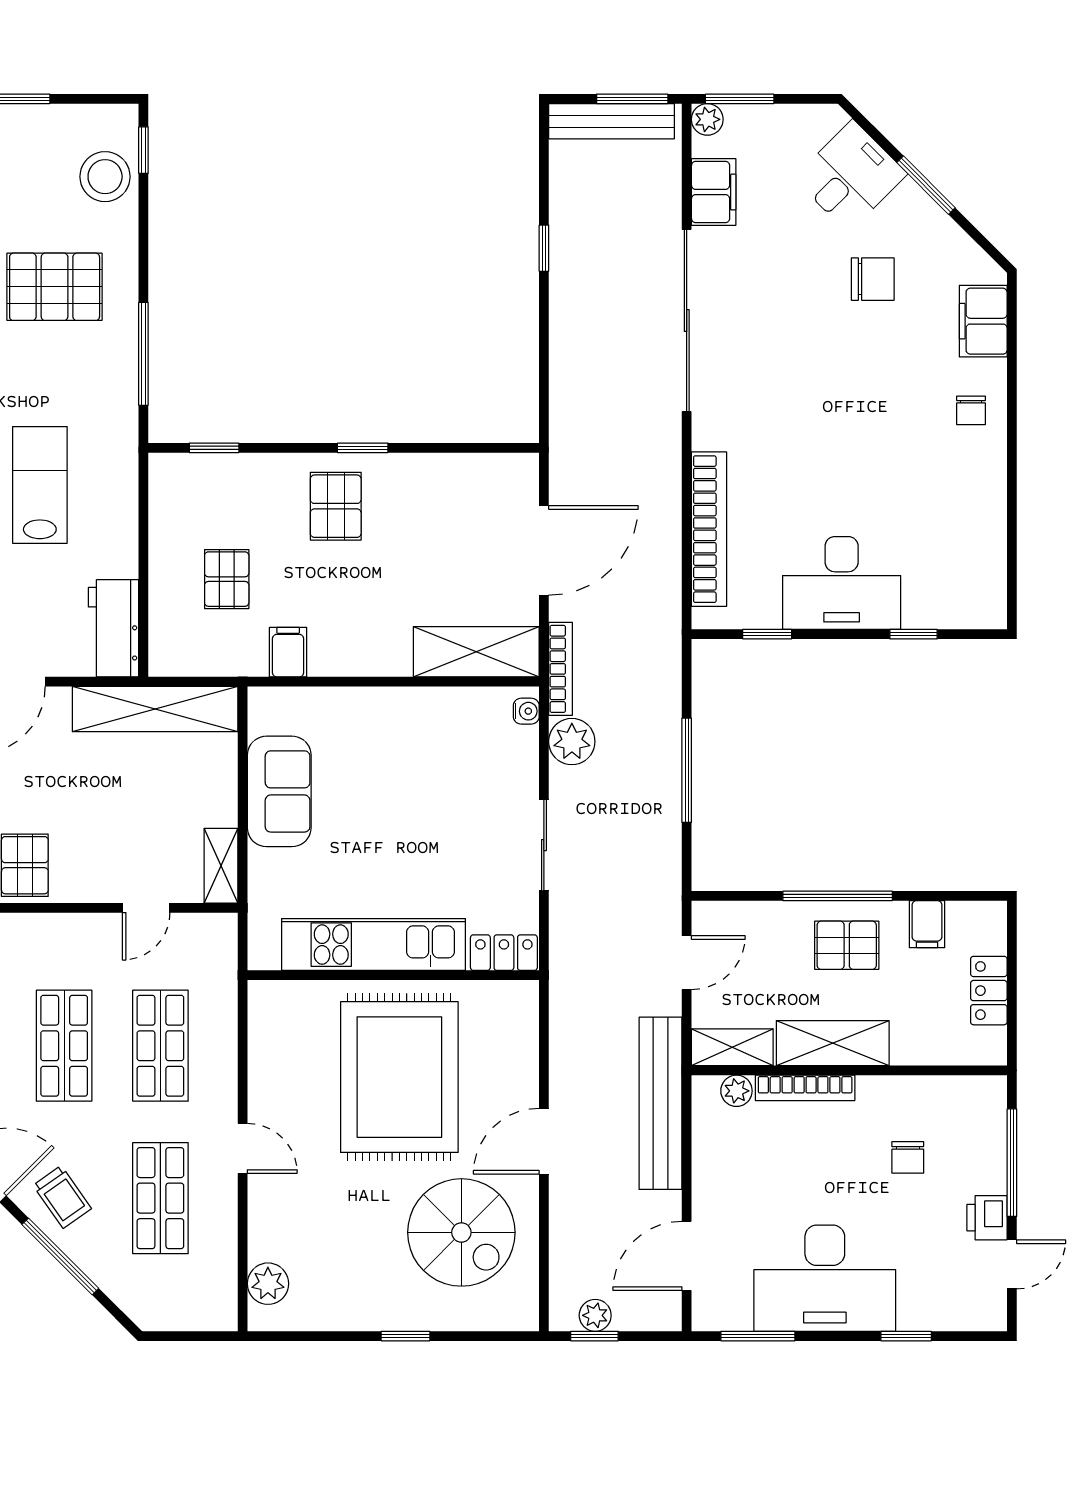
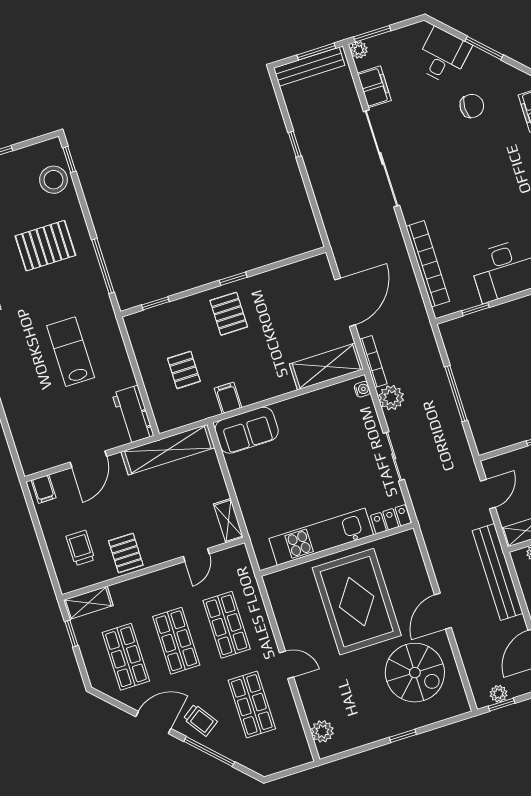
sofa: (279, 791) -> (247, 430), moved, turned 90

